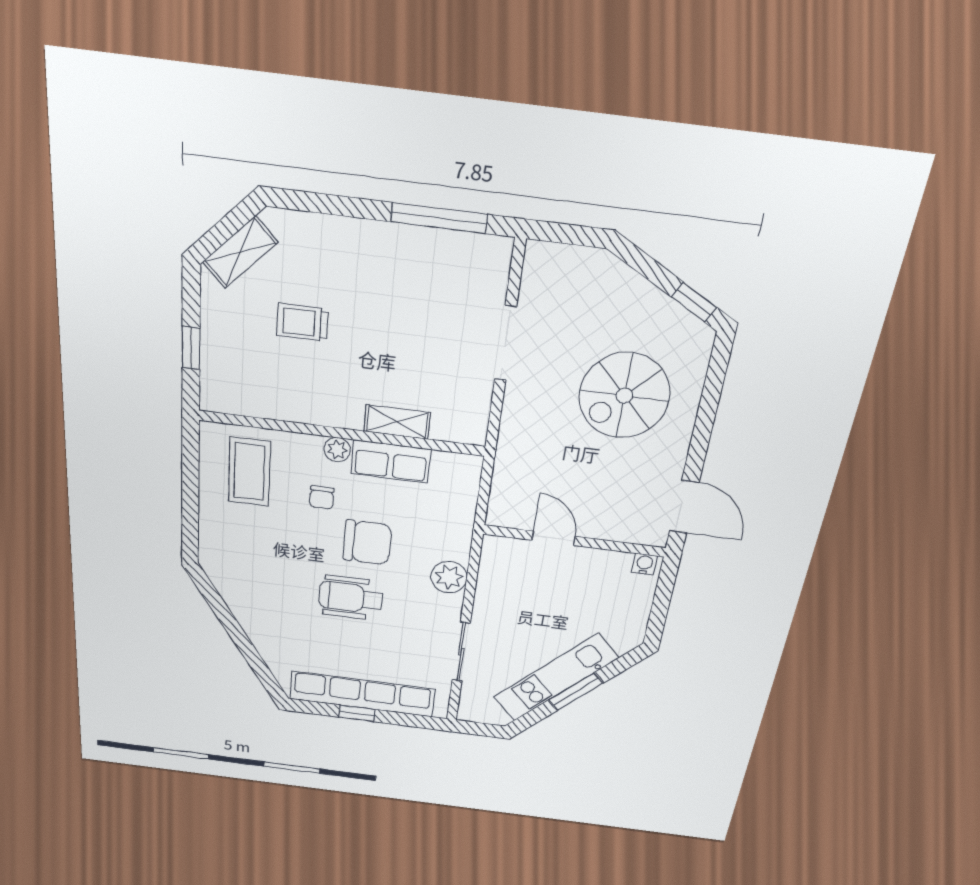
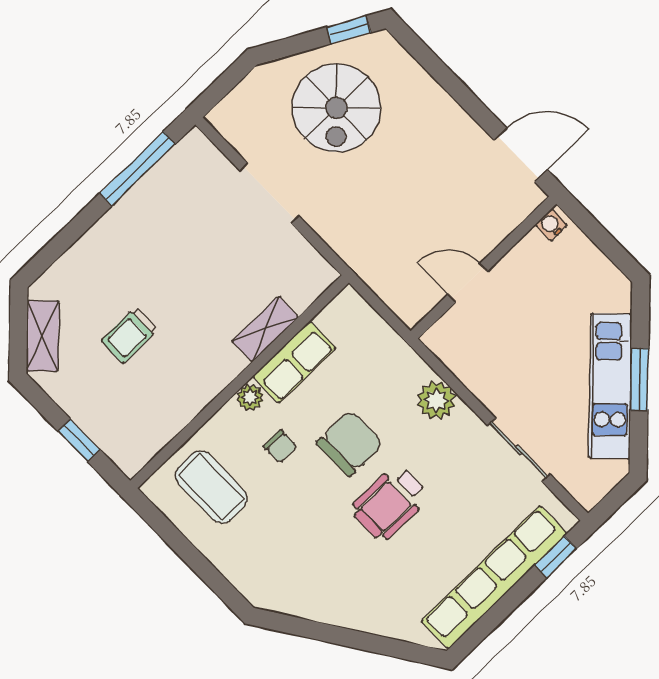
spiral stairs: (624, 396) -> (336, 108), moved
window: (357, 713) -> (556, 557), moved

